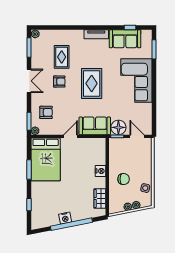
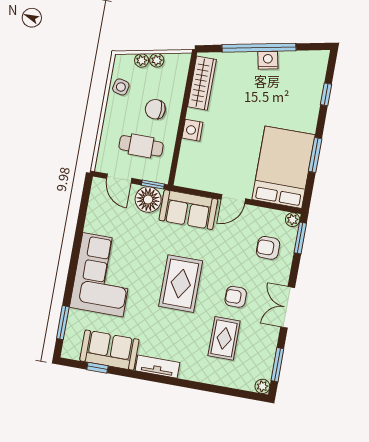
cafe table: (128, 157) -> (141, 146), added
wardrobe: (100, 198) -> (202, 83), width x1.50

